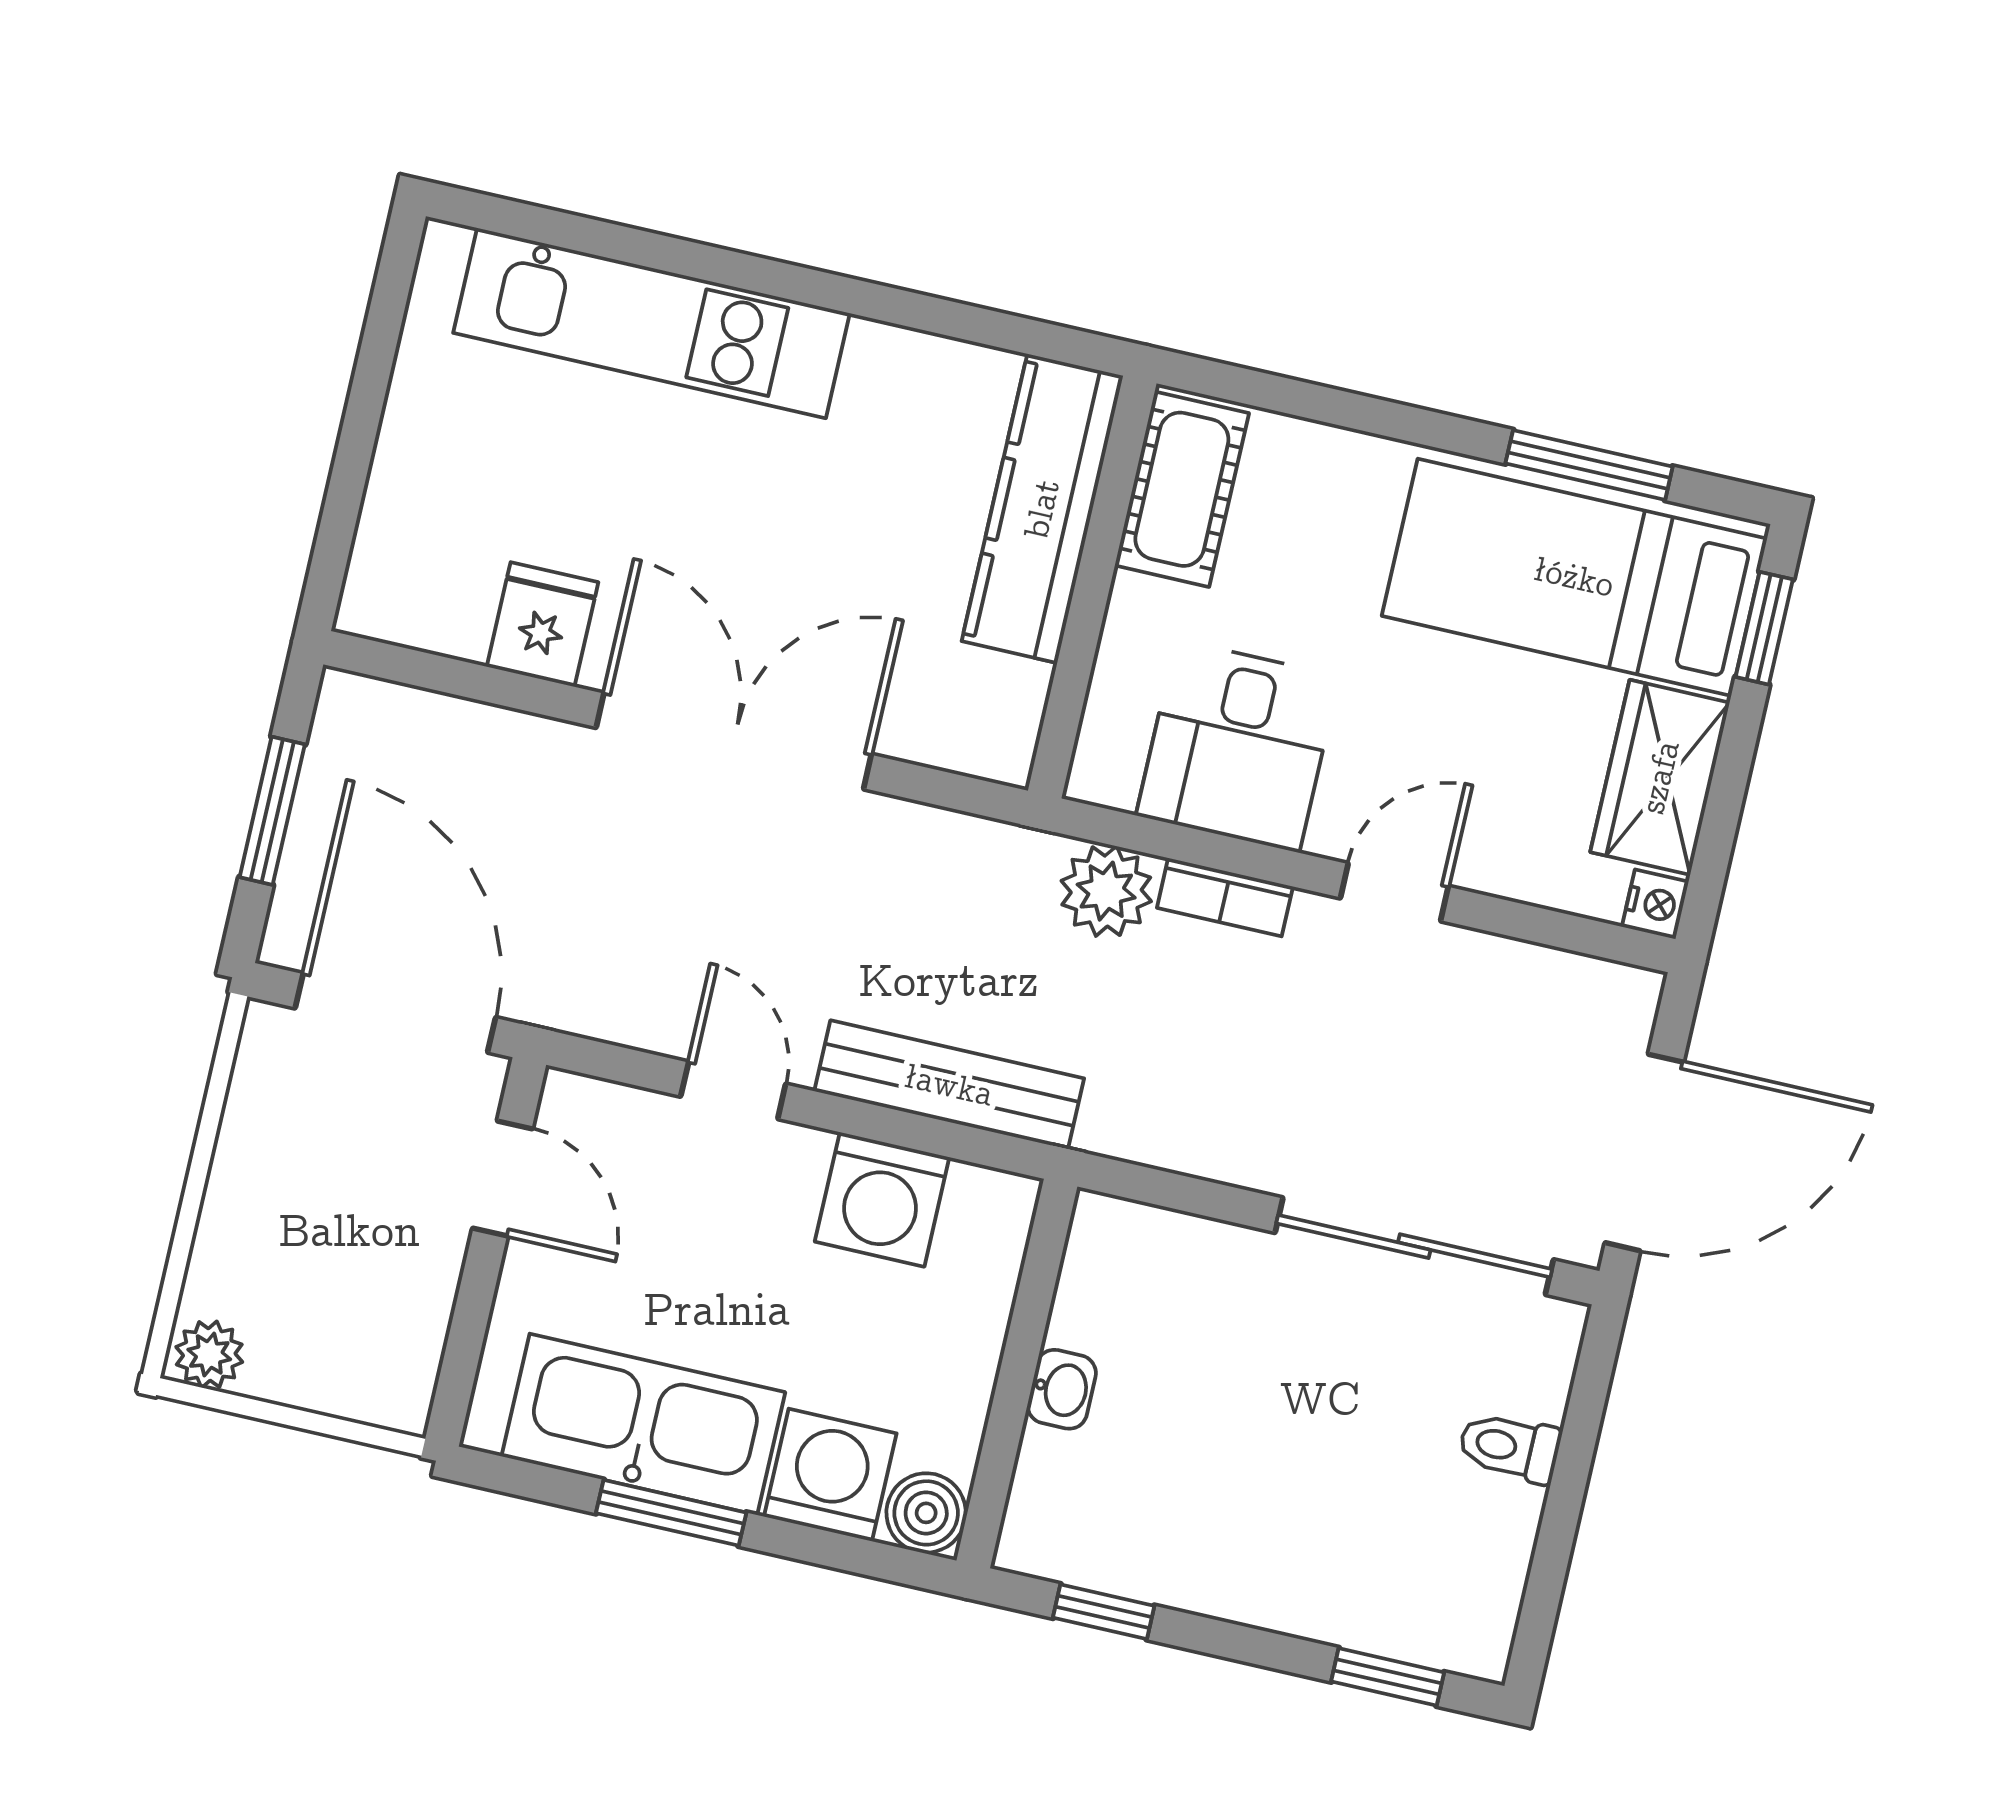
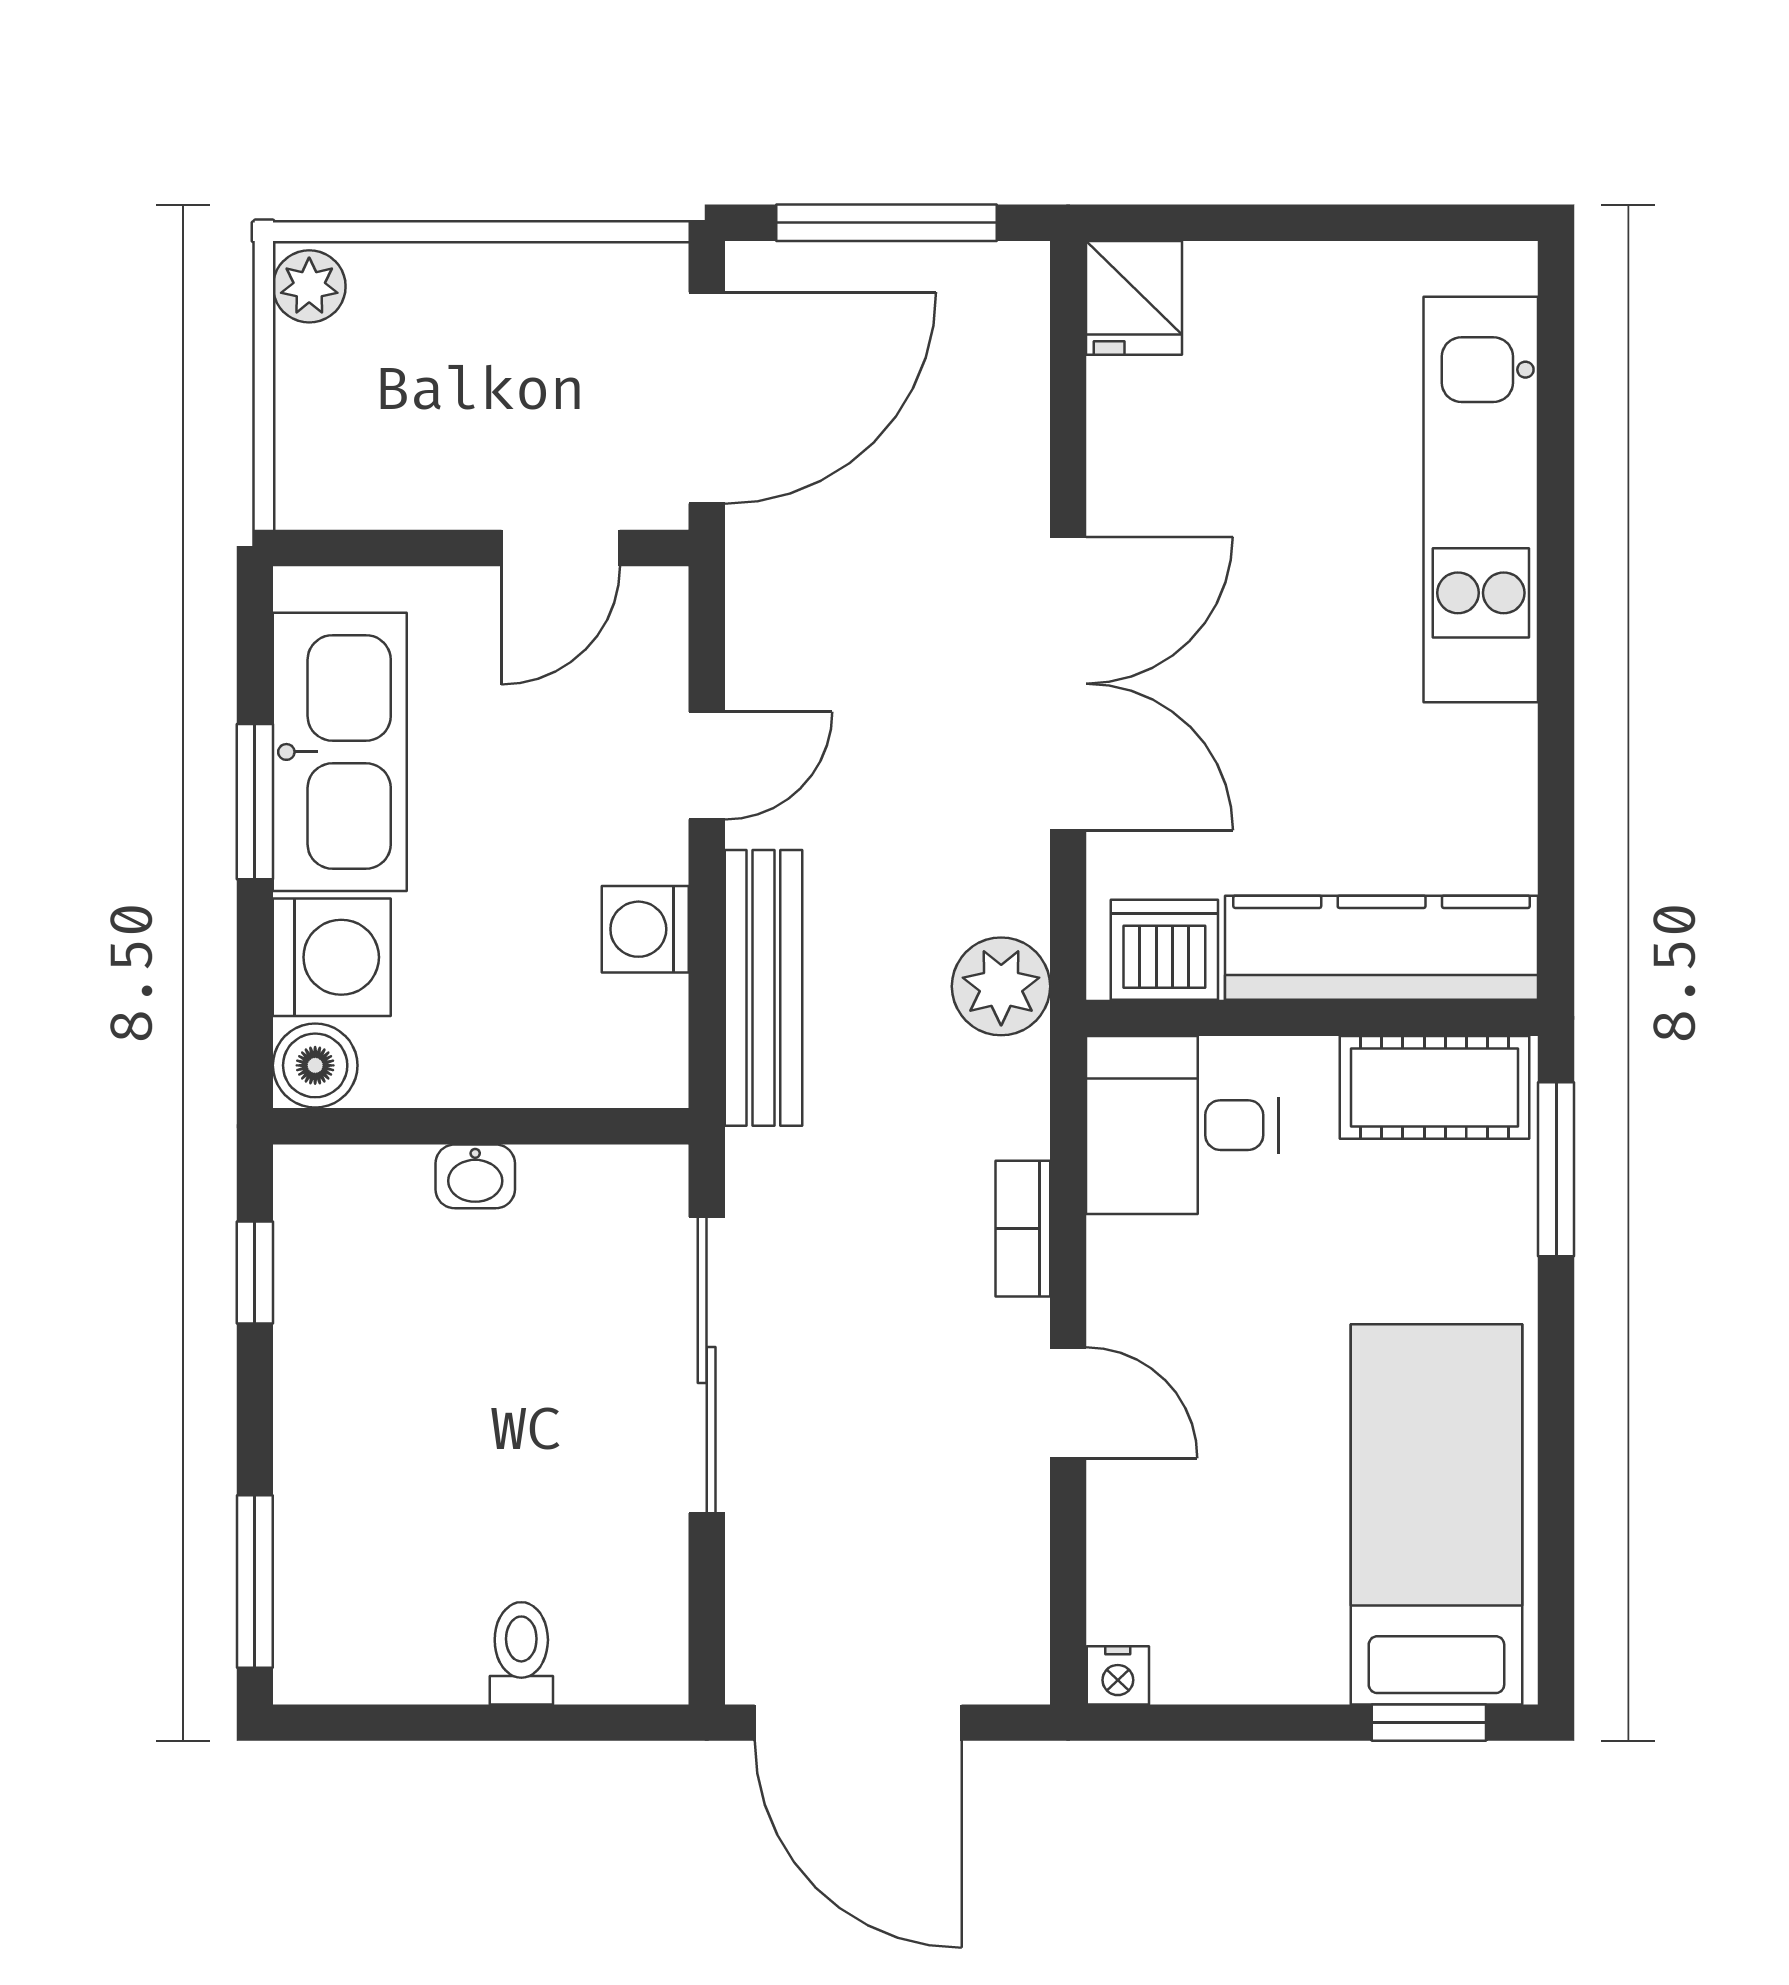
window: (1589, 465) -> (1556, 1169), moved
fridge: (542, 624) -> (1134, 298), moved, turned 90
dishwasher: (999, 708) -> (1164, 950), added
desk: (1238, 746) -> (1182, 1125), moved
wardrobe: (1660, 777) -> (1250, 1650), removed
window: (272, 811) -> (887, 223), width x1.44
plant: (1106, 891) -> (1001, 986), moved
washing machine: (882, 1199) -> (645, 929), width x0.73, depth x0.73
sliding door: (1414, 1246) -> (707, 1365), moved
window: (1388, 1677) -> (255, 1582), width x1.50

